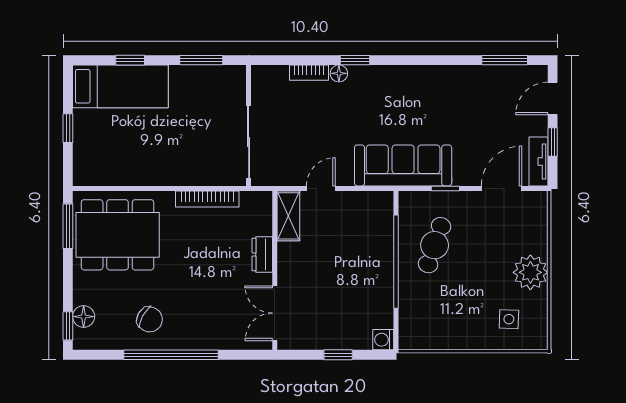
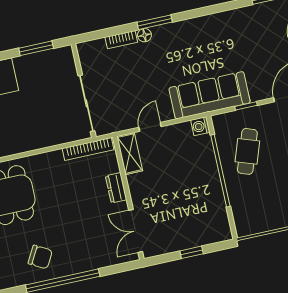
window: (355, 60) -> (155, 22), width x1.50
bookcase: (207, 199) -> (88, 149), moved
washing machine: (383, 340) -> (200, 126), moved

